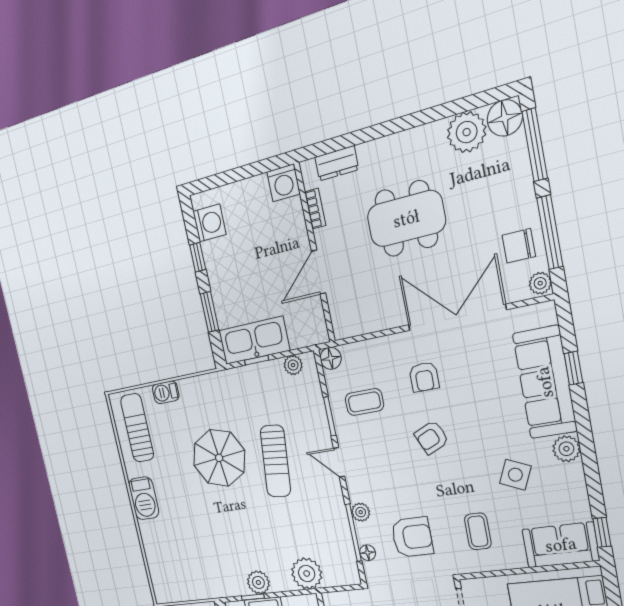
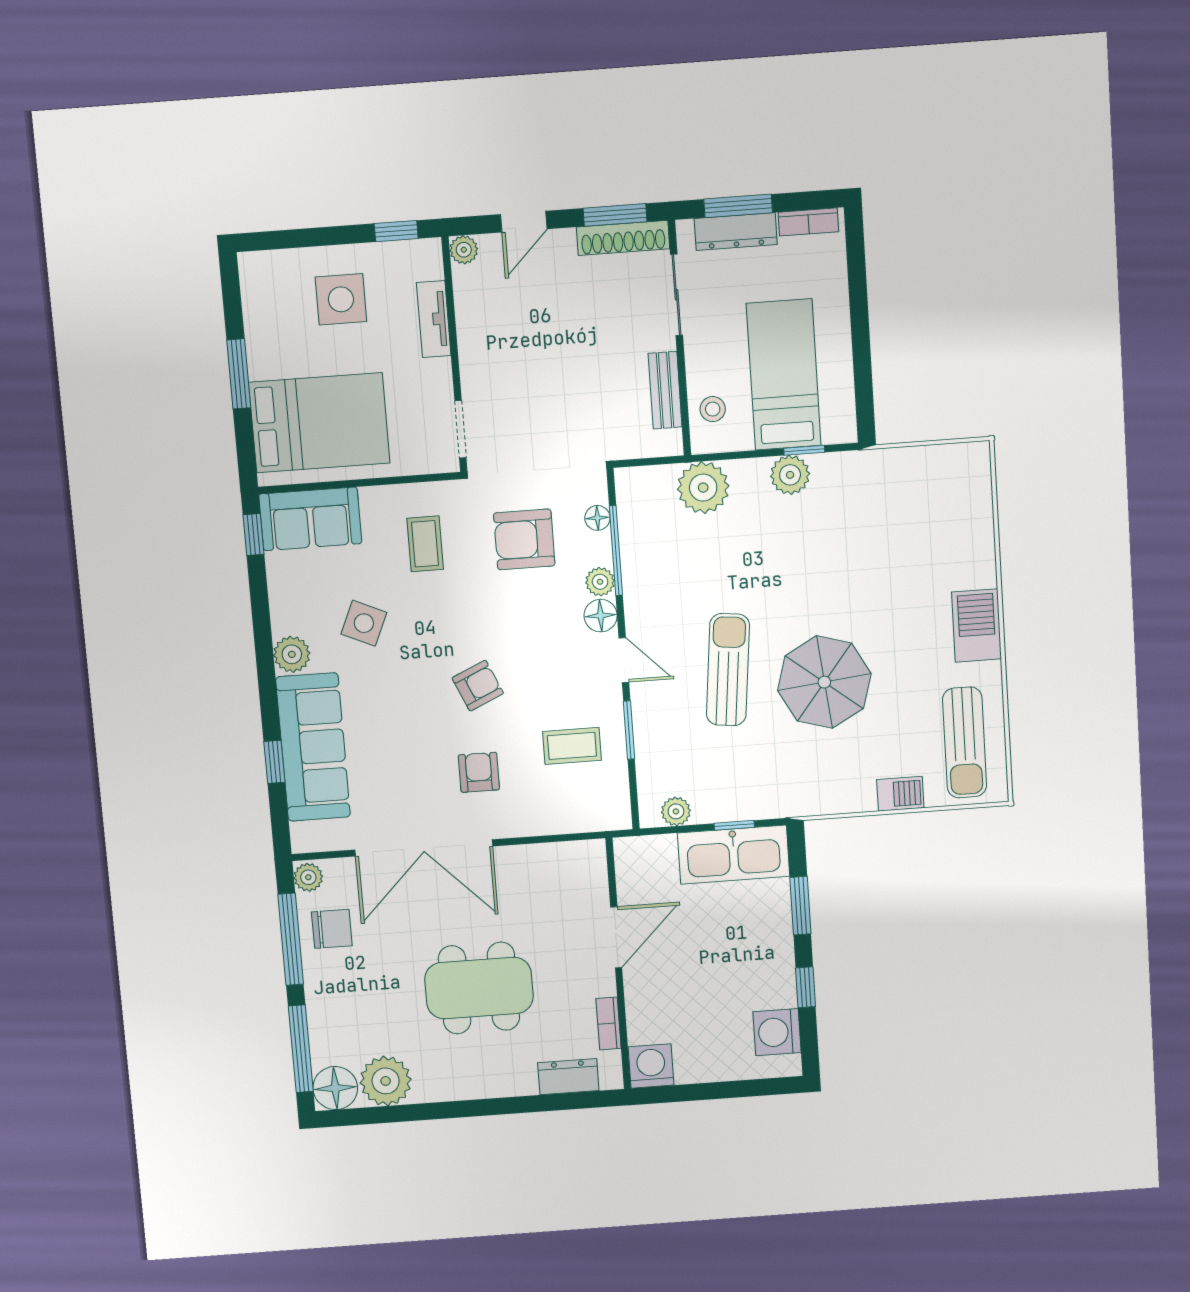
floor lamp: (331, 358) -> (601, 616), moved

